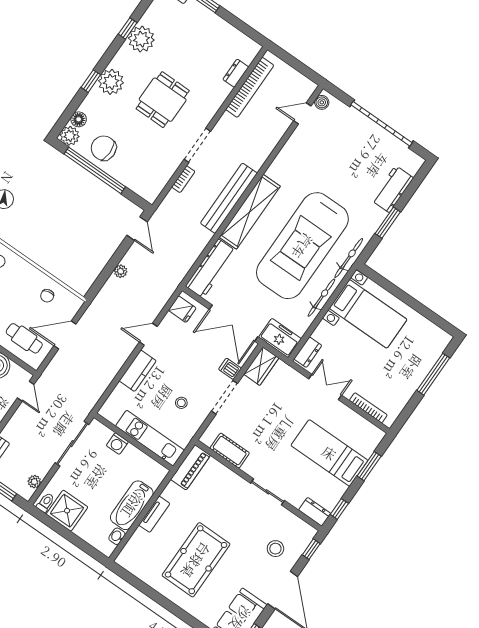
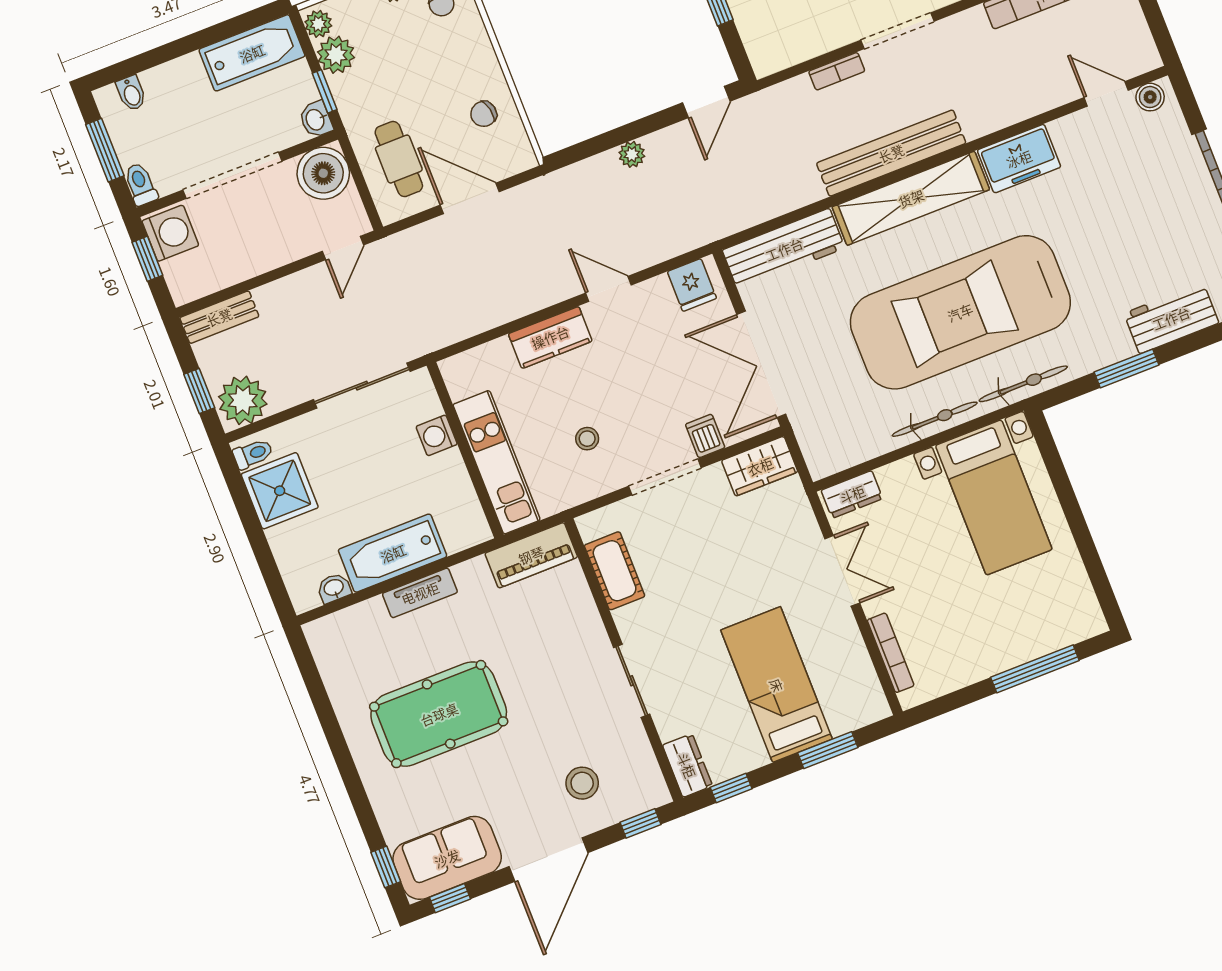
freezer: (280, 338) -> (1019, 159), moved, turned 90
plant: (34, 482) -> (243, 400), width x1.88, depth x1.88

